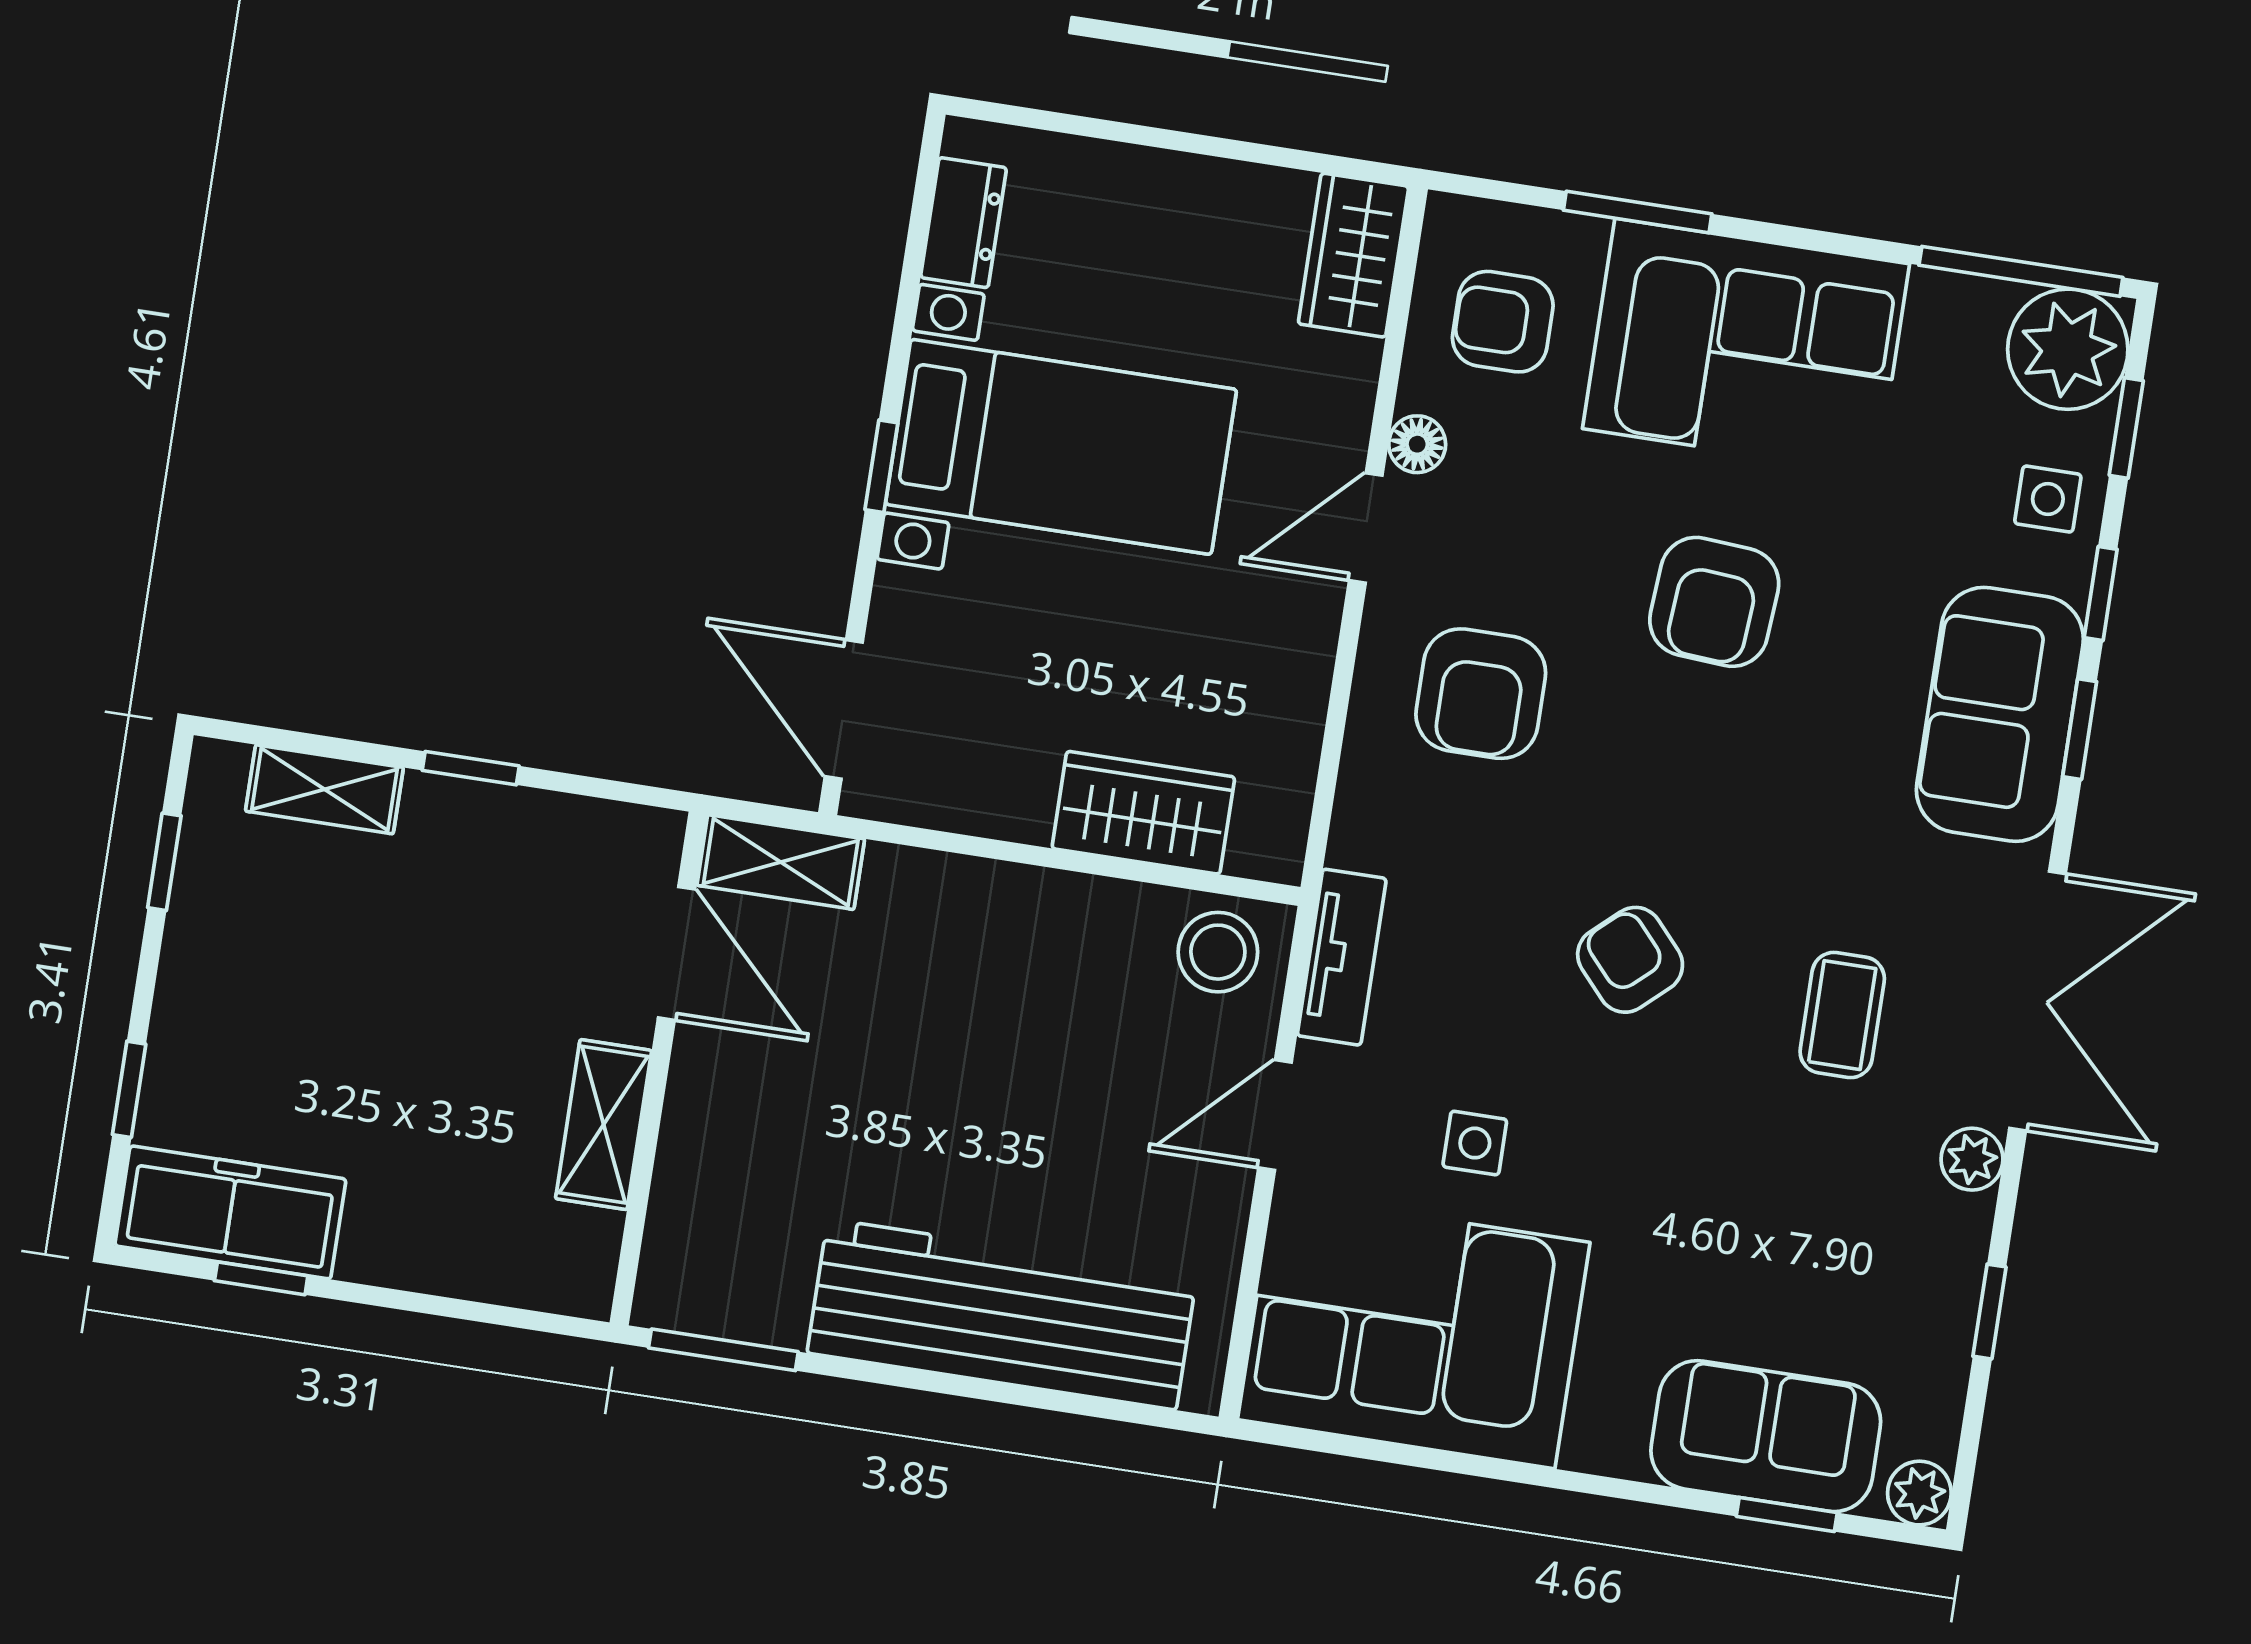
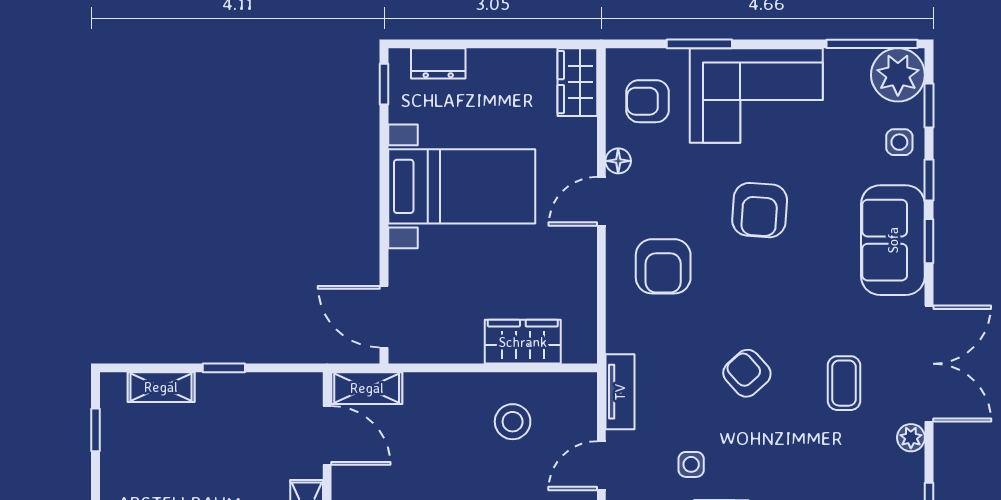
dresser: (964, 223) -> (438, 63), moved, turned 90
window: (881, 466) -> (384, 84), moved
stool: (1218, 952) -> (513, 422), moved

